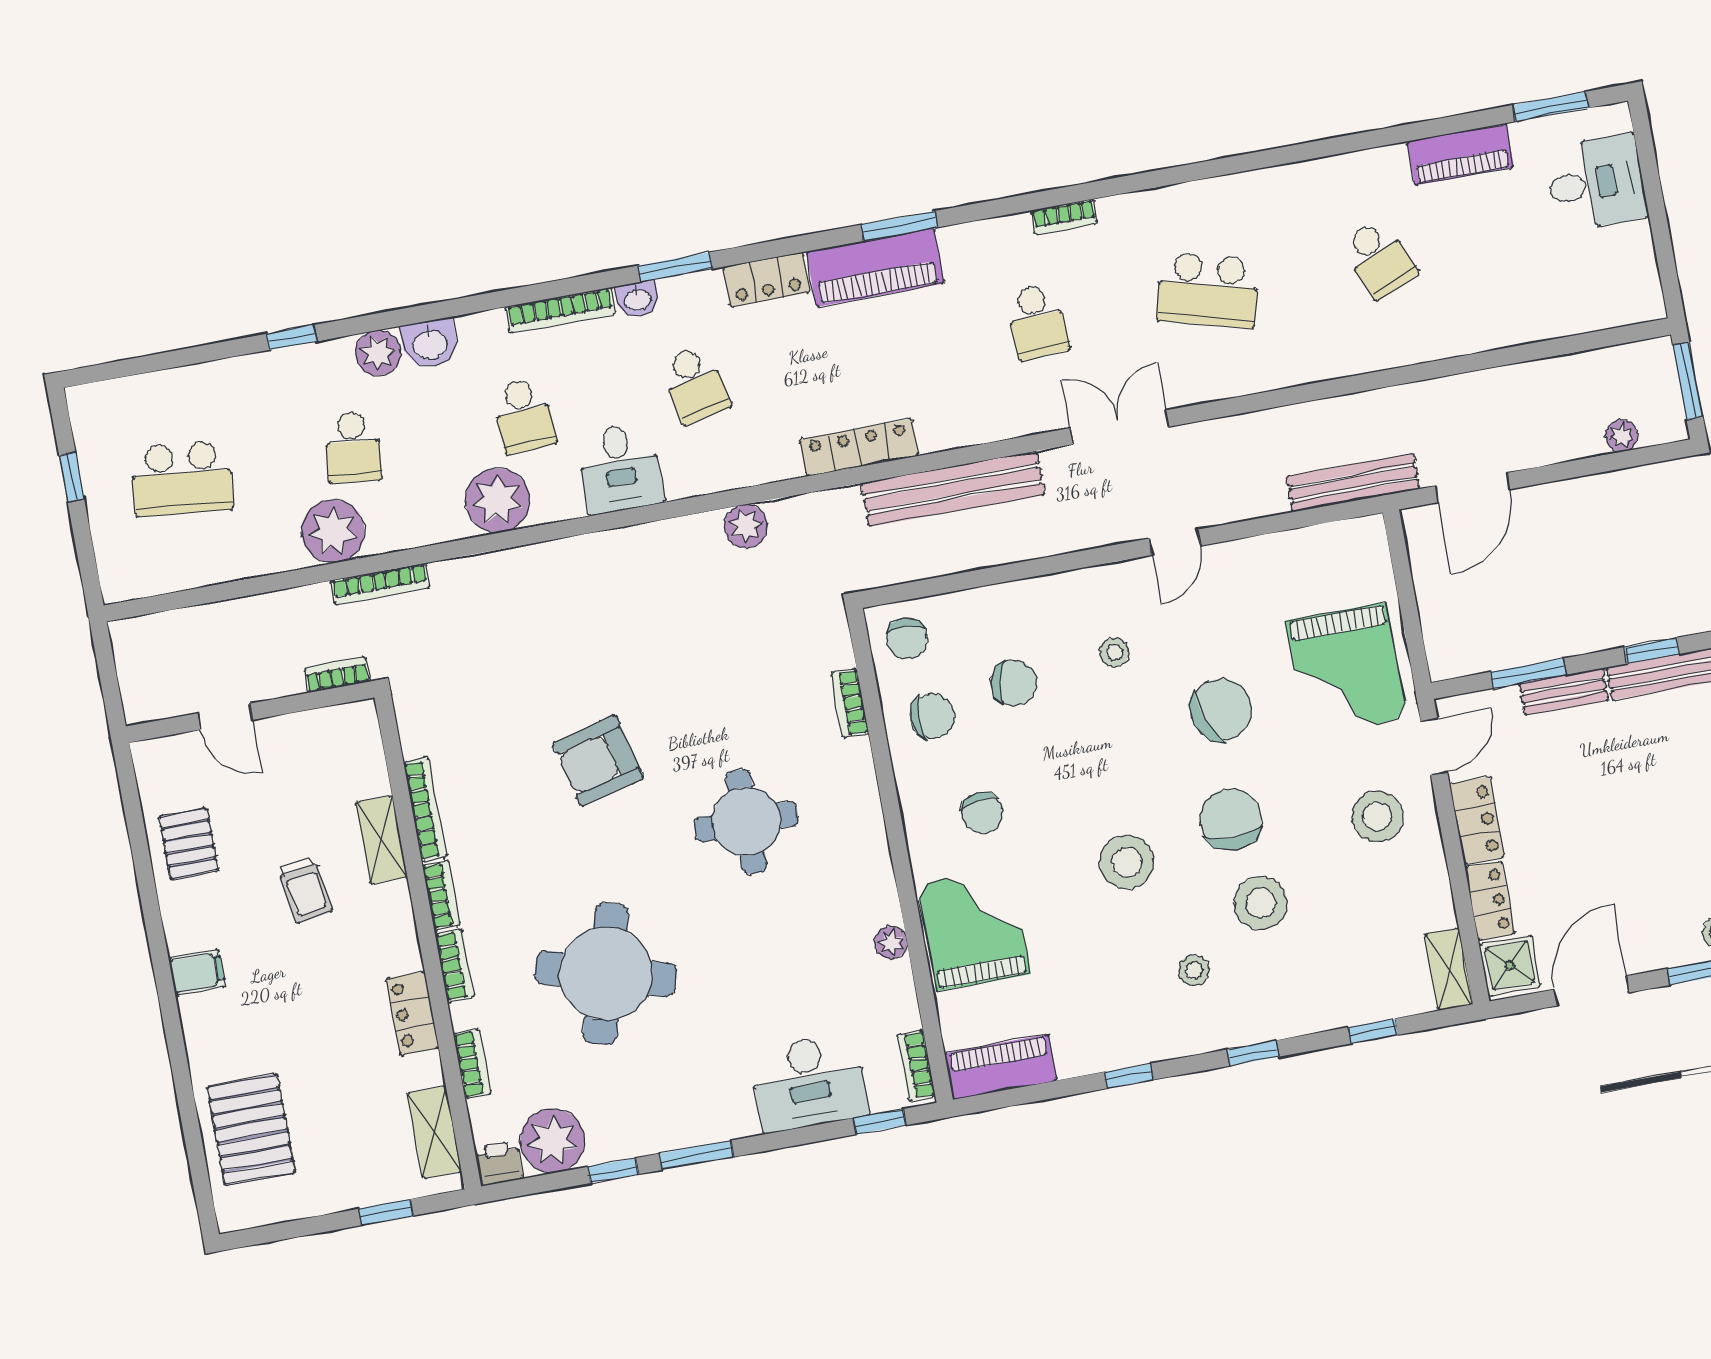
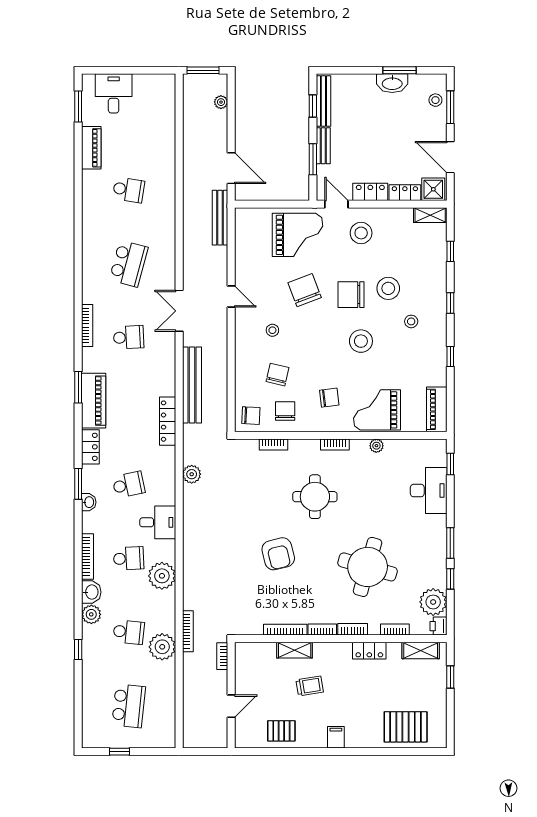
bookcase: (1064, 217) -> (87, 325), width x1.56
school desk: (1379, 259) -> (129, 190), turned 33
bookcase: (561, 310) -> (88, 556), moved
bookcase: (916, 1066) -> (335, 445), moved

